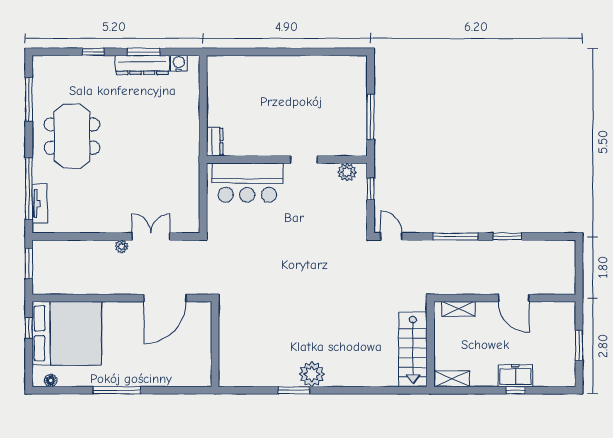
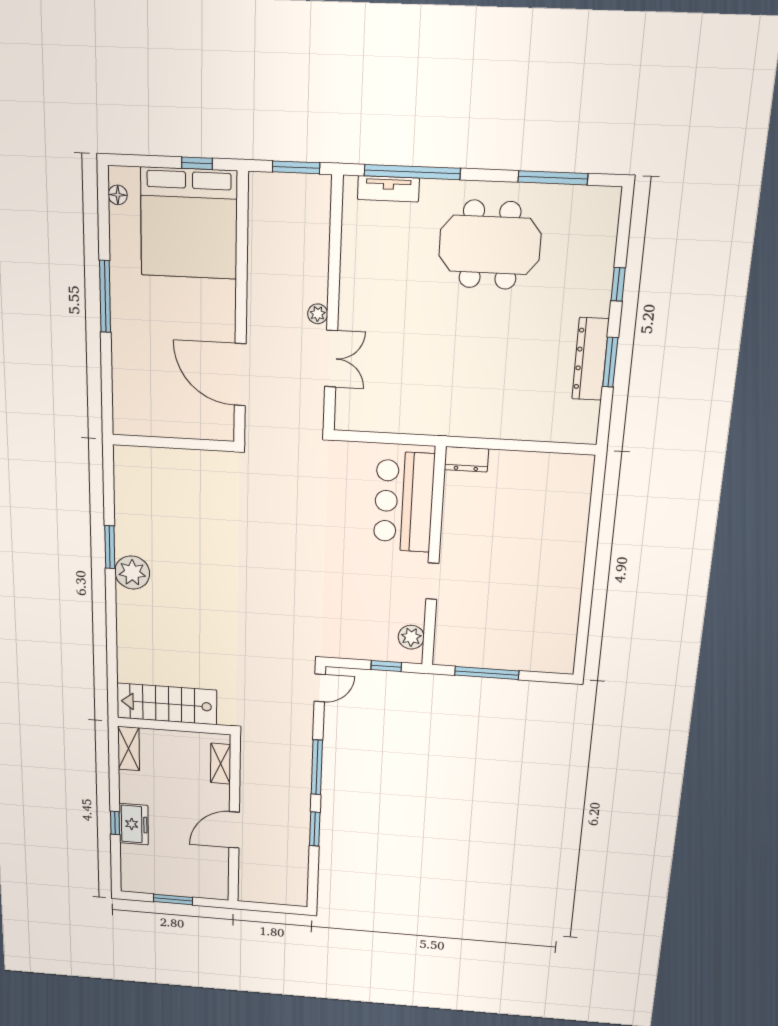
water cooler: (179, 63) -> (587, 414), removed

